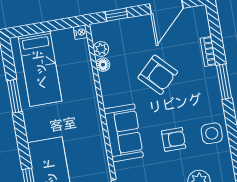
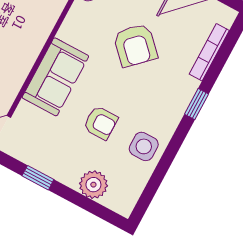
bookcase: (208, 51) -> (209, 52), width x1.56
window: (224, 82) -> (197, 104), width x0.67

